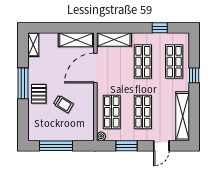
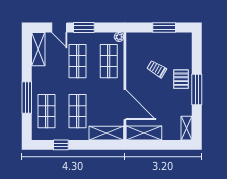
door: (95, 68) -> (125, 105), hinge flipped
window: (194, 75) -> (27, 97), width x2.17
shelving: (183, 116) -> (38, 49), width x0.68
window: (56, 146) -> (164, 28), width x0.69
window: (126, 146) -> (84, 28), moved
door: (161, 146) -> (59, 28), swing flipped

